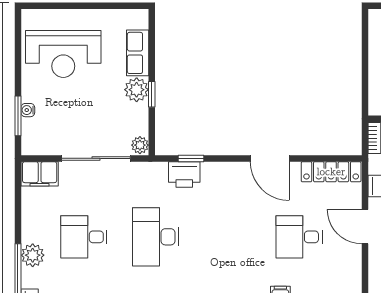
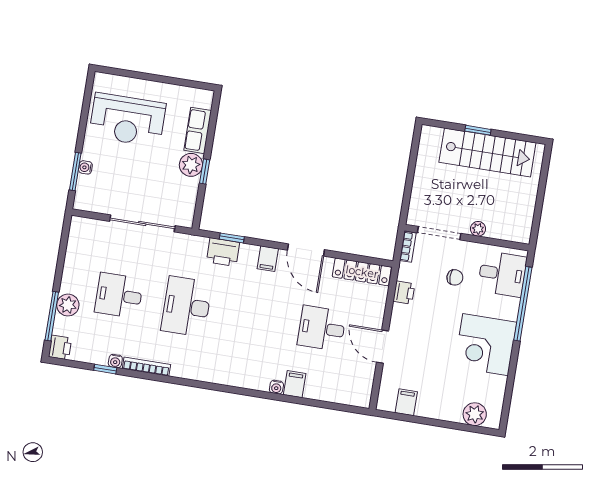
plant: (140, 145) -> (186, 218), removed
filing cabinet: (40, 174) -> (268, 259), moved, width x0.50
door: (365, 227) -> (382, 347), moved

